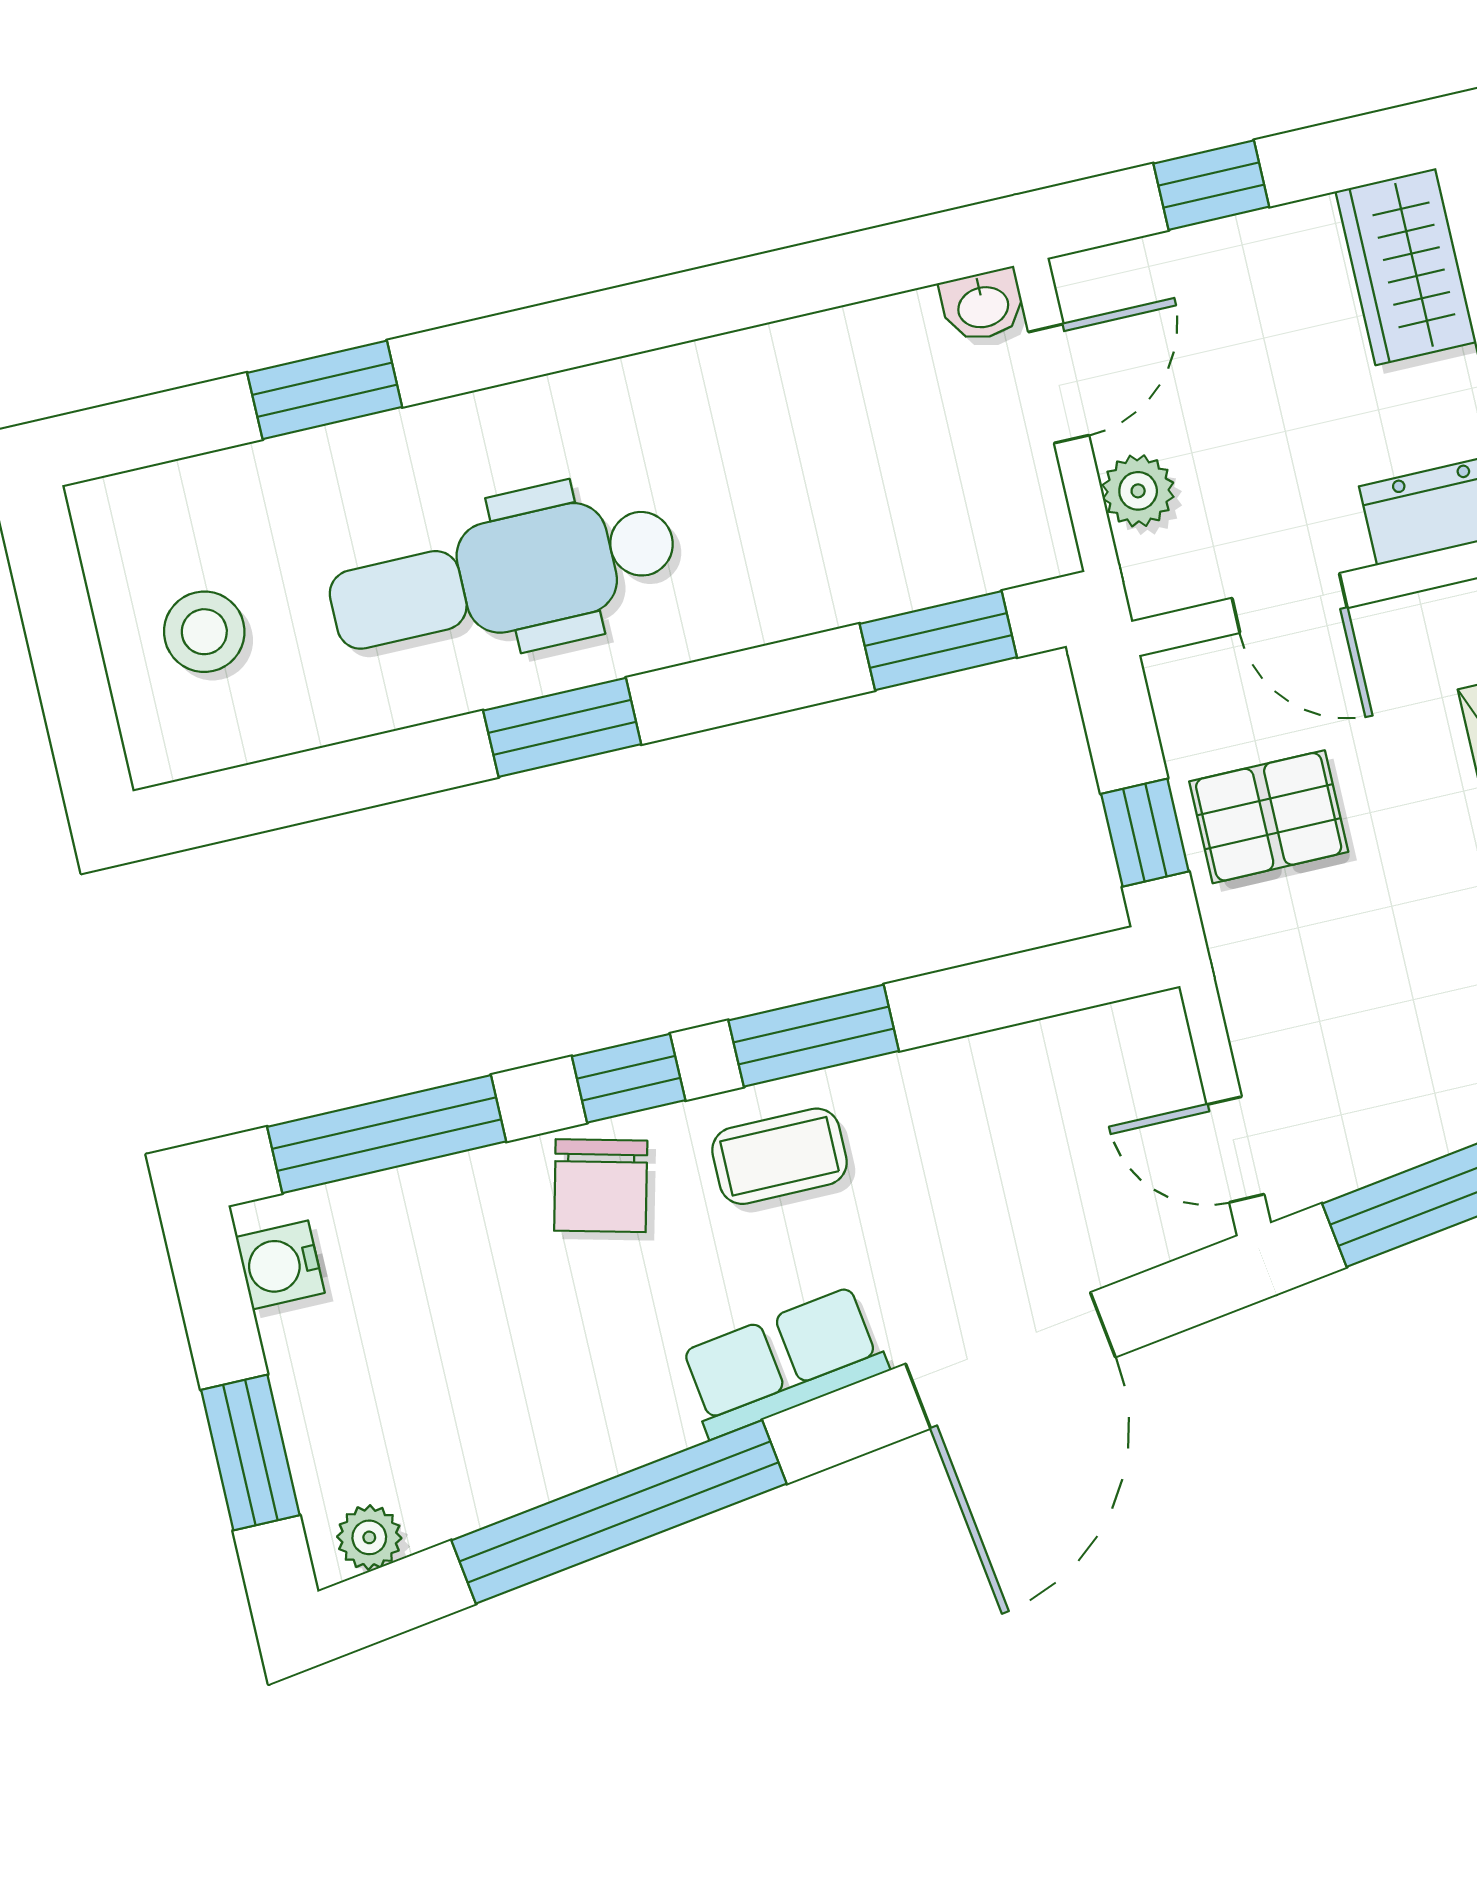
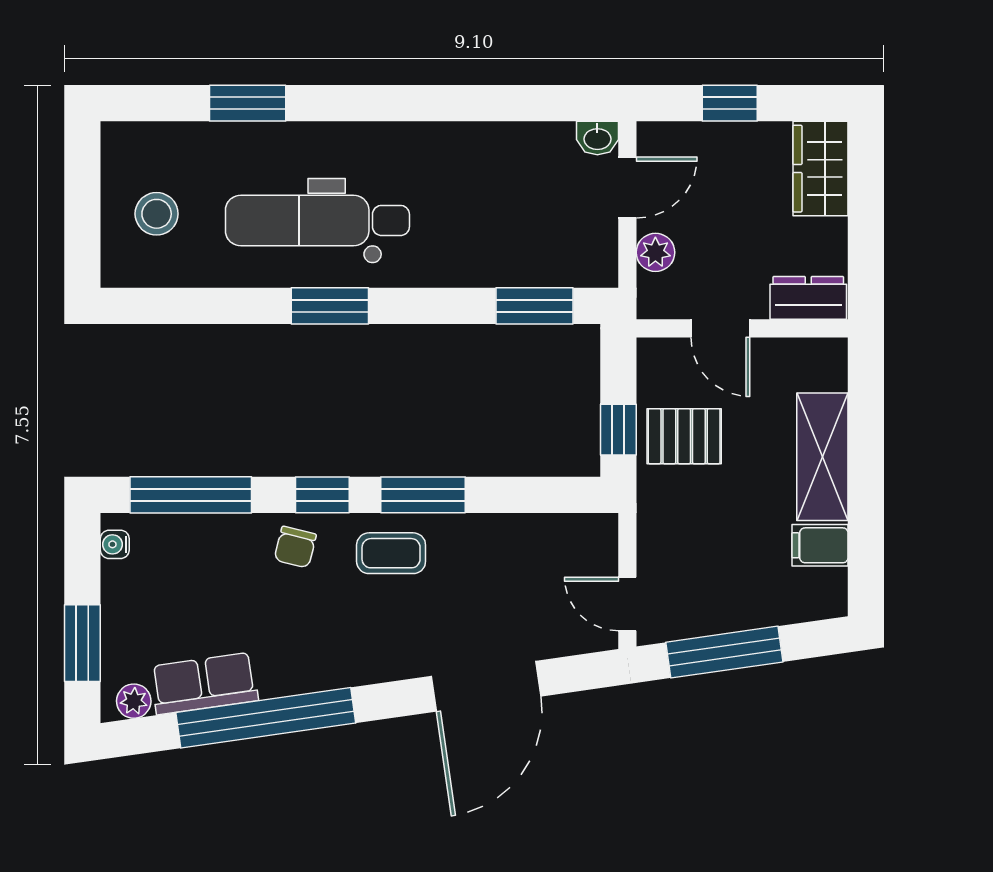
chair: (601, 1186) -> (295, 547), width x0.73, depth x0.73
water cooler: (280, 1265) -> (115, 544), width x0.72, depth x0.72
row of seats: (783, 1362) -> (204, 683), moved

